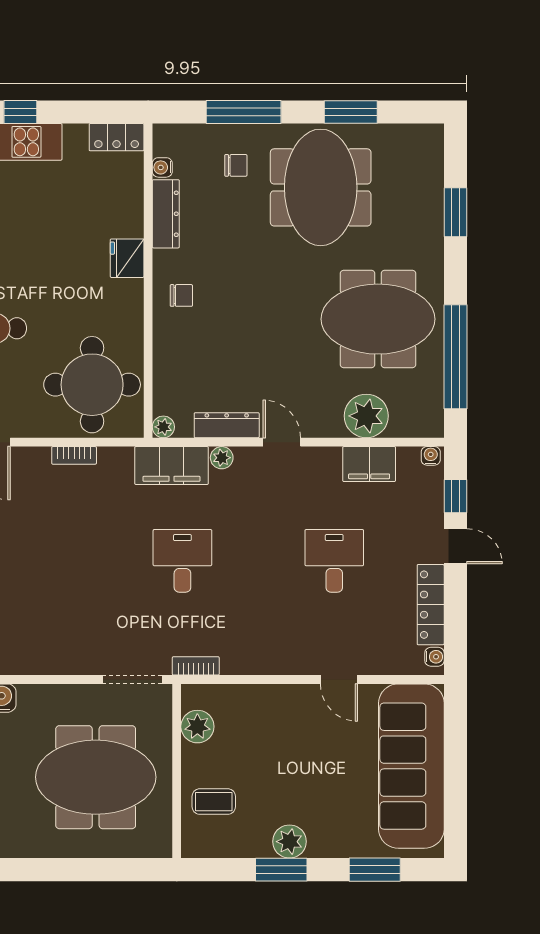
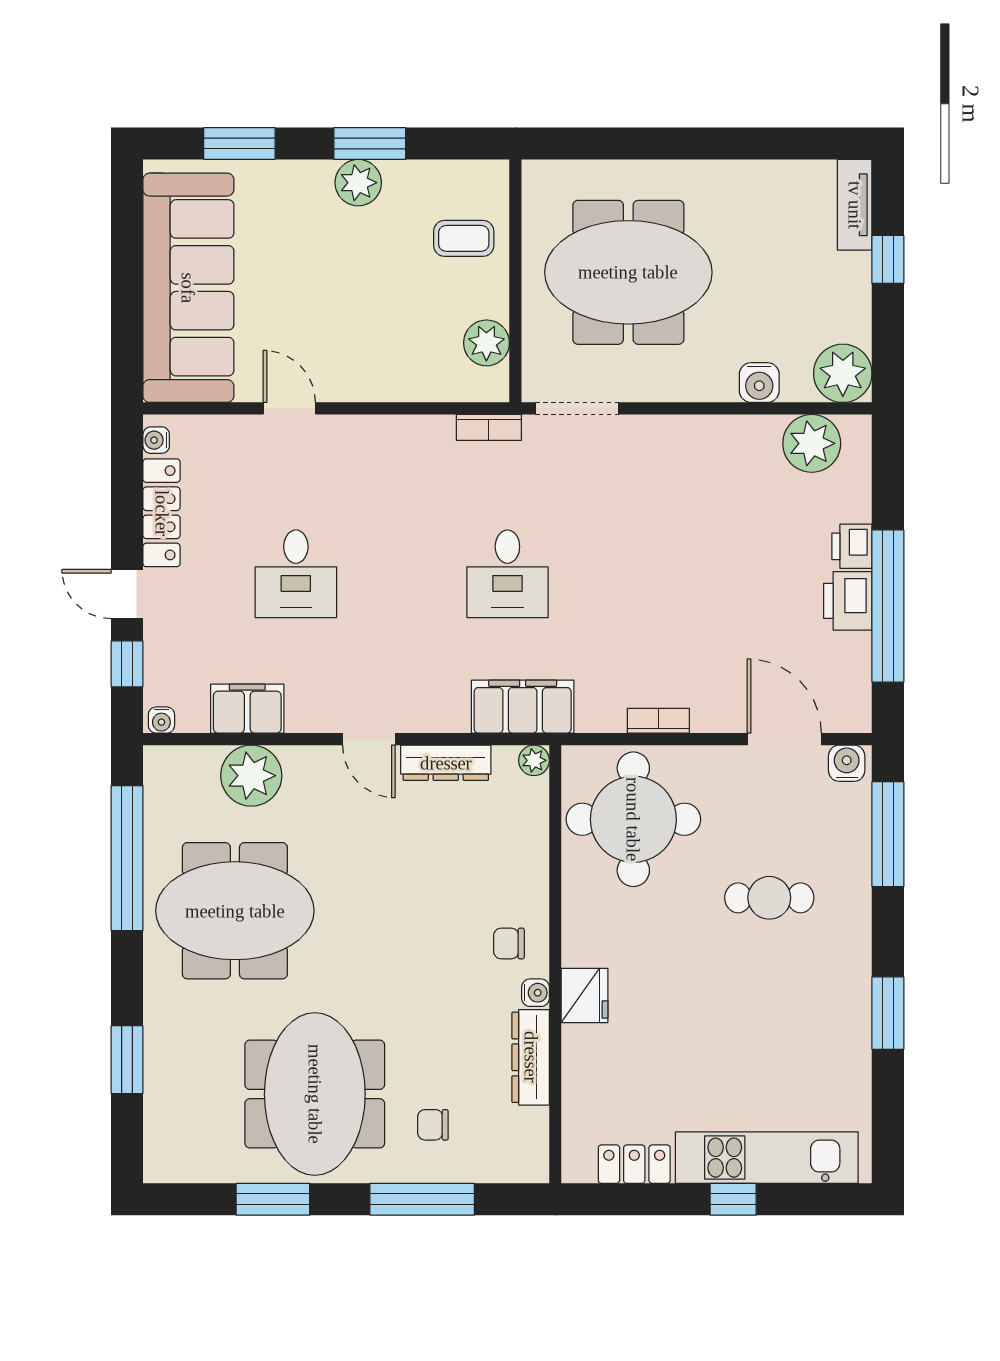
locker: (117, 137) -> (634, 1164), moved
water cooler: (162, 167) -> (535, 993), moved
plant: (222, 458) -> (453, 717), removed

